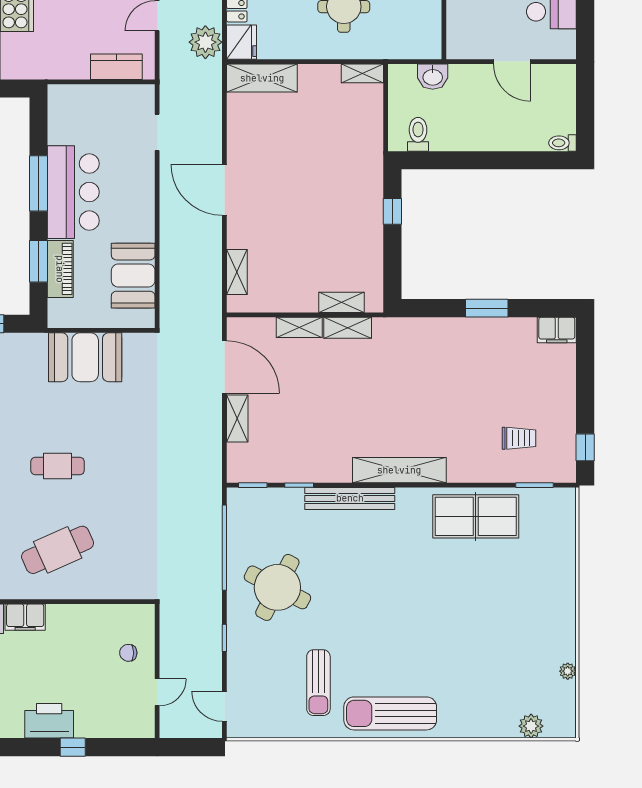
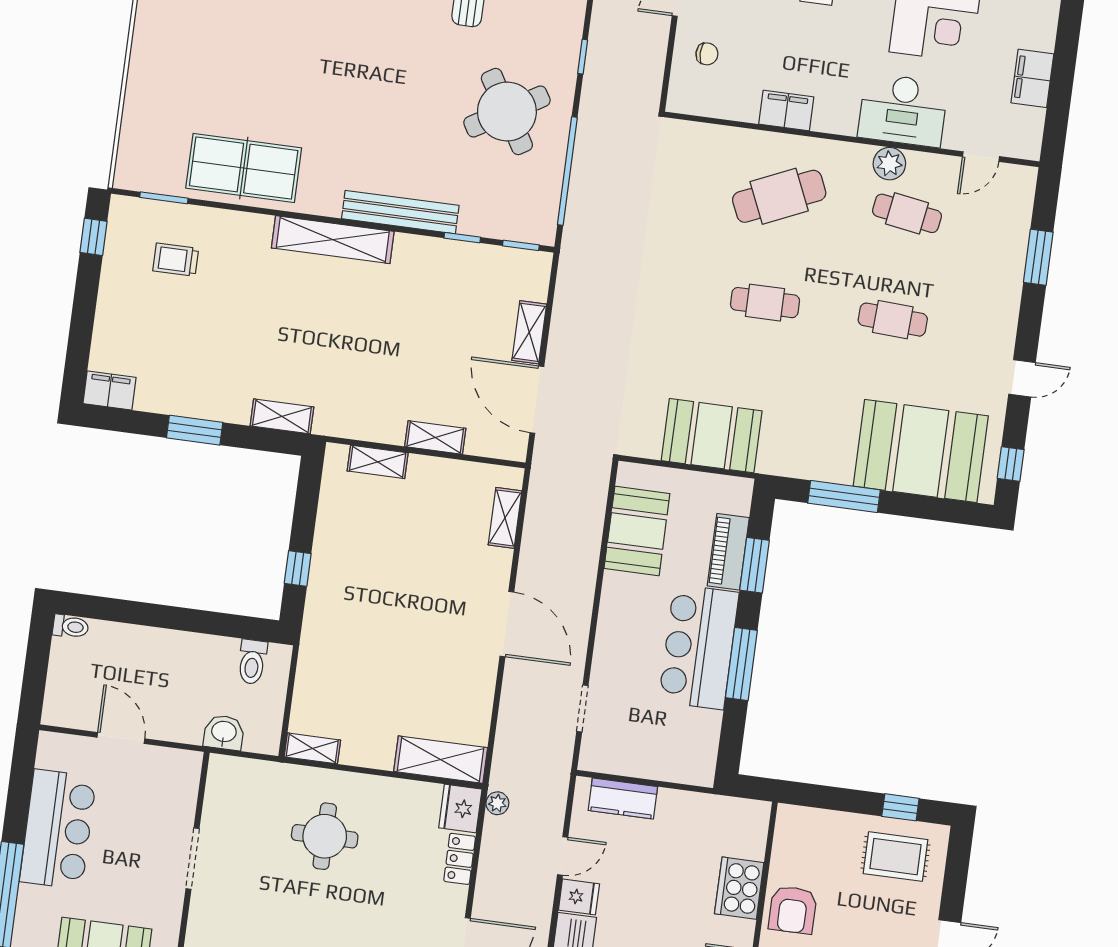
plant: (205, 42) -> (497, 803), width x0.53, depth x0.53
shelving: (348, 328) -> (282, 416), moved
round table: (277, 587) -> (507, 112), turned 32
filing cabinet: (25, 617) -> (786, 111), moved

